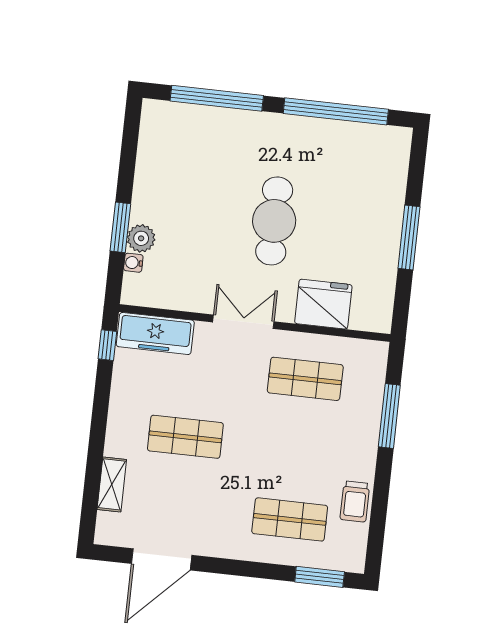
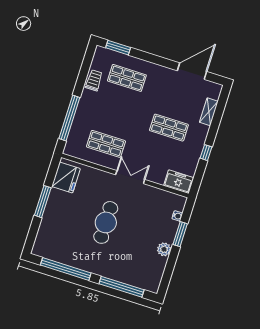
plant: (141, 238) -> (164, 249), moved
fridge: (323, 304) -> (66, 177), moved, turned -90
double door: (243, 322) -> (130, 177), swing flipped
freezer: (155, 333) -> (178, 182), width x0.71
window: (107, 345) -> (206, 153), moved
window: (389, 416) -> (69, 118), width x1.46

